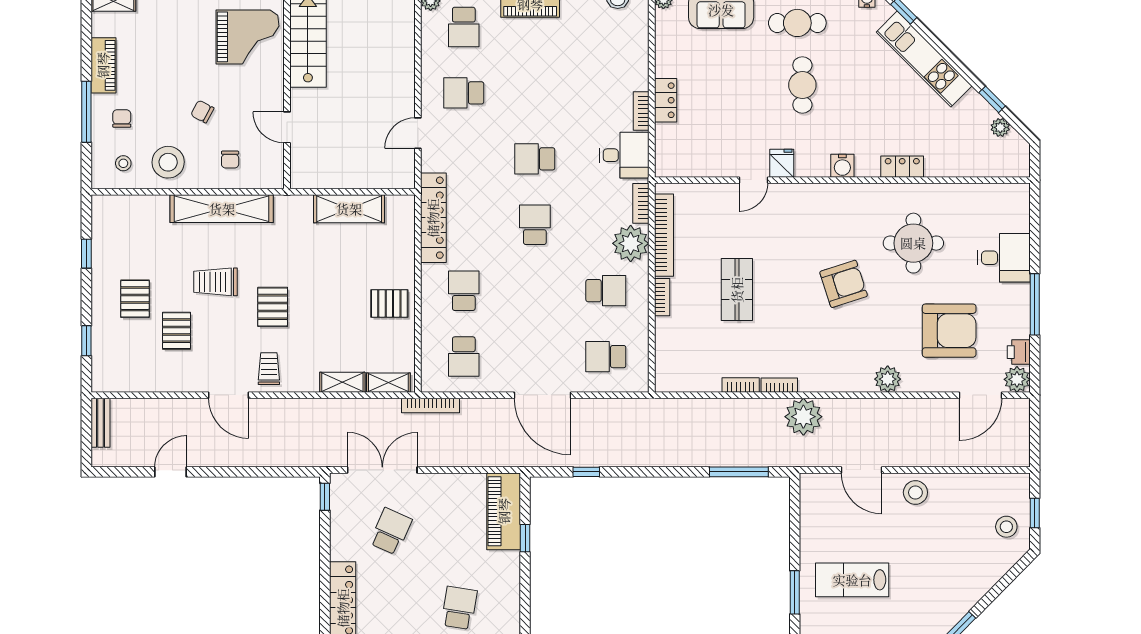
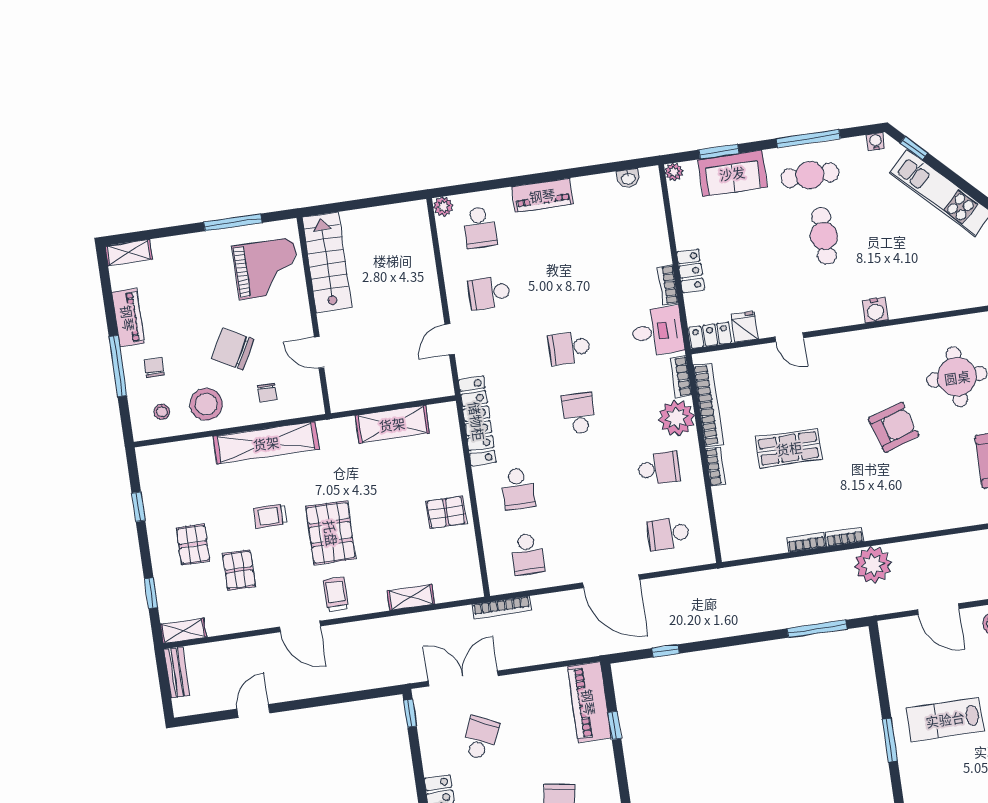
chair: (202, 112) -> (233, 349), width x1.87, depth x1.87
fridge: (782, 163) -> (744, 327), moved
locker: (902, 167) -> (710, 335), moved
door: (753, 180) -> (789, 337), hinge flipped
trolley: (215, 282) -> (270, 516), width x0.73, depth x0.72
shop shelf: (737, 290) -> (789, 448), turned 90
school desk: (464, 291) -> (518, 489), turned 180
pallet: (273, 307) -> (331, 533), width x1.50, depth x1.42
plant: (888, 379) -> (951, 515), removed
shelving: (388, 383) -> (183, 631), moved

